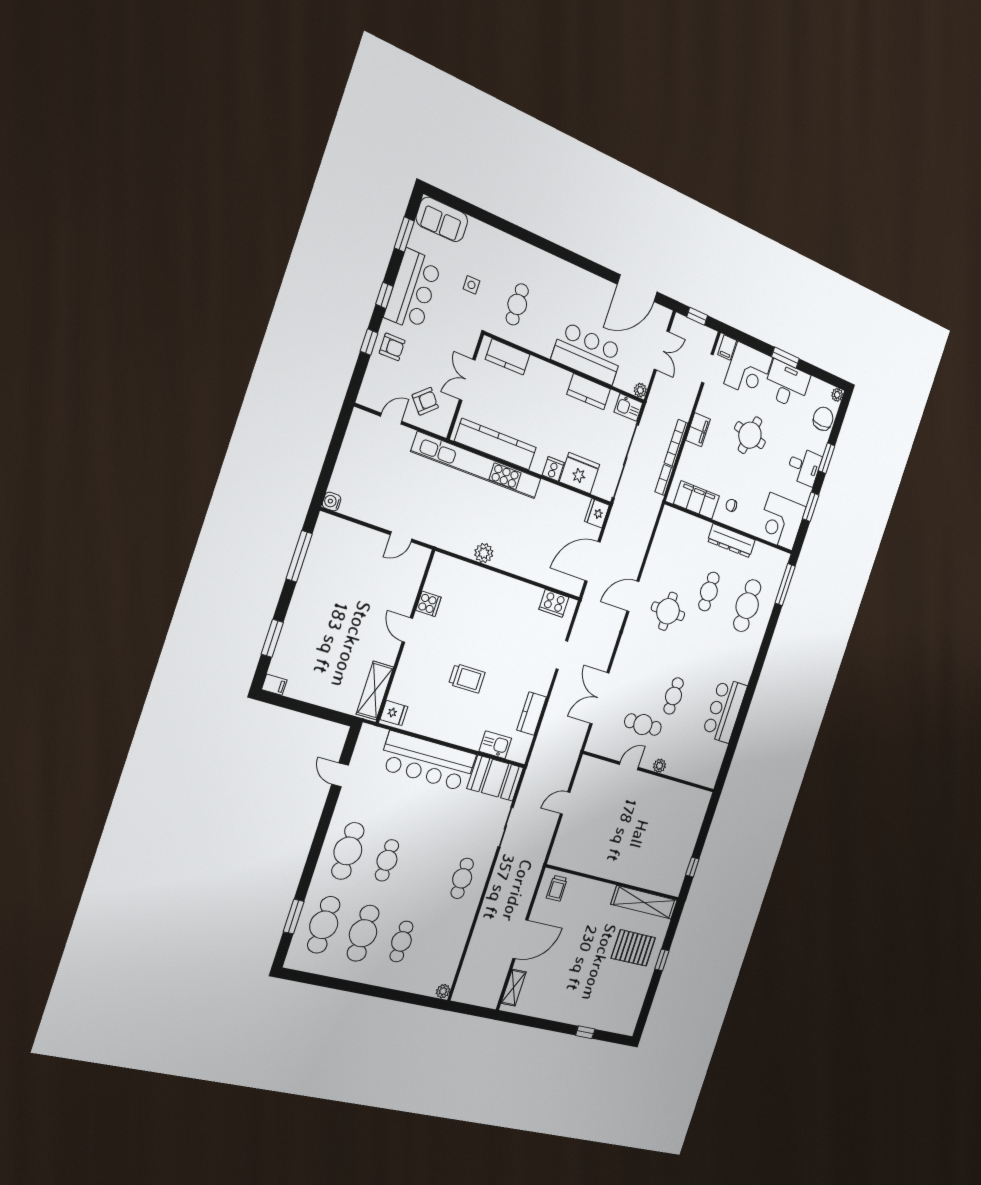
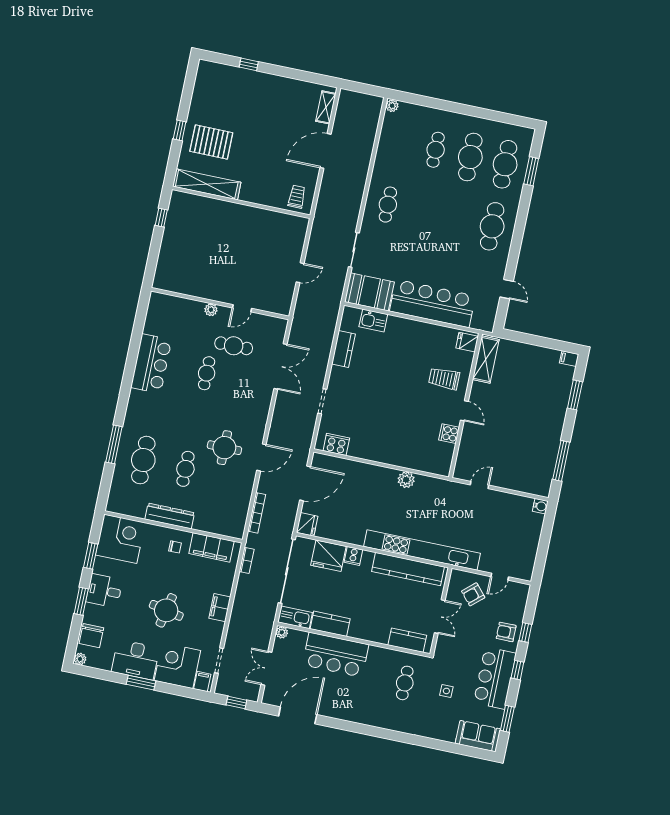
kitchen sink: (628, 407) -> (295, 617), width x1.38
bookcase: (676, 443) -> (257, 513), moved
window: (785, 585) -> (114, 444), moved
trolley: (467, 678) -> (444, 379), moved
cafe table: (387, 860) -> (457, 219), removed

